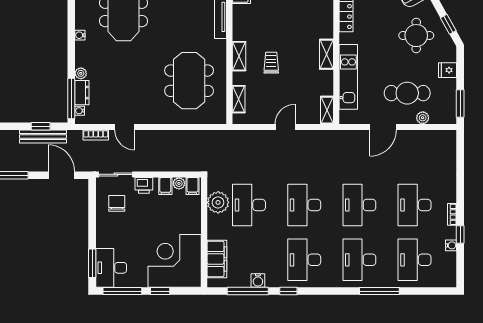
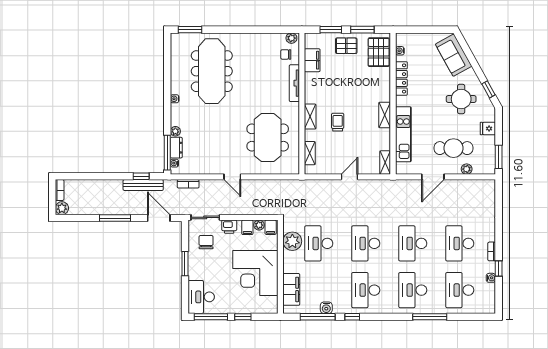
door: (125, 127) -> (232, 177), moved
corner desk: (175, 261) -> (255, 273), moved, turned -90
window: (92, 263) -> (185, 264), moved

